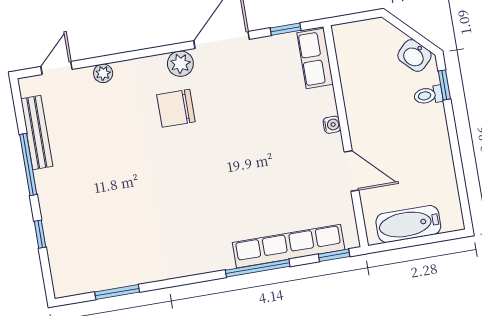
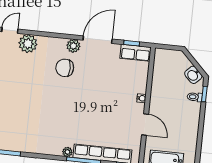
row of seats: (315, 59) -> (136, 53), moved, turned -90
plant: (103, 73) -> (28, 44), width x1.87, depth x1.87
plant: (224, 261) -> (67, 152), added

